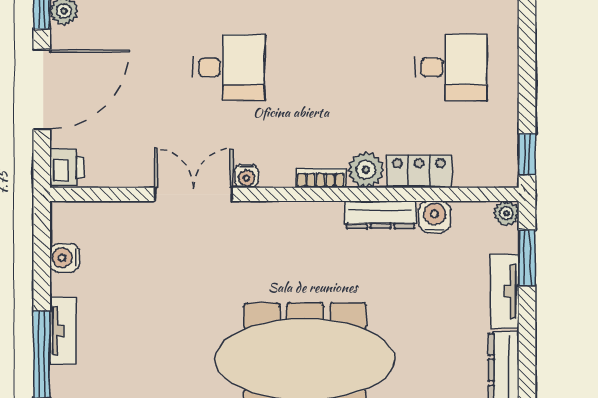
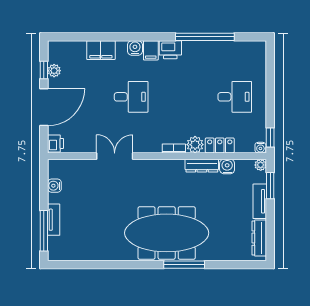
water cooler: (246, 176) -> (260, 148), moved

